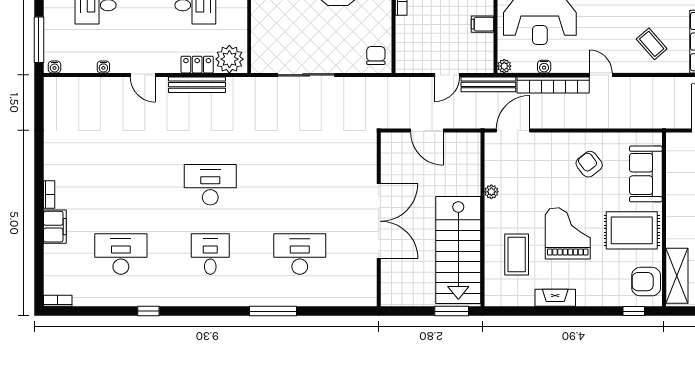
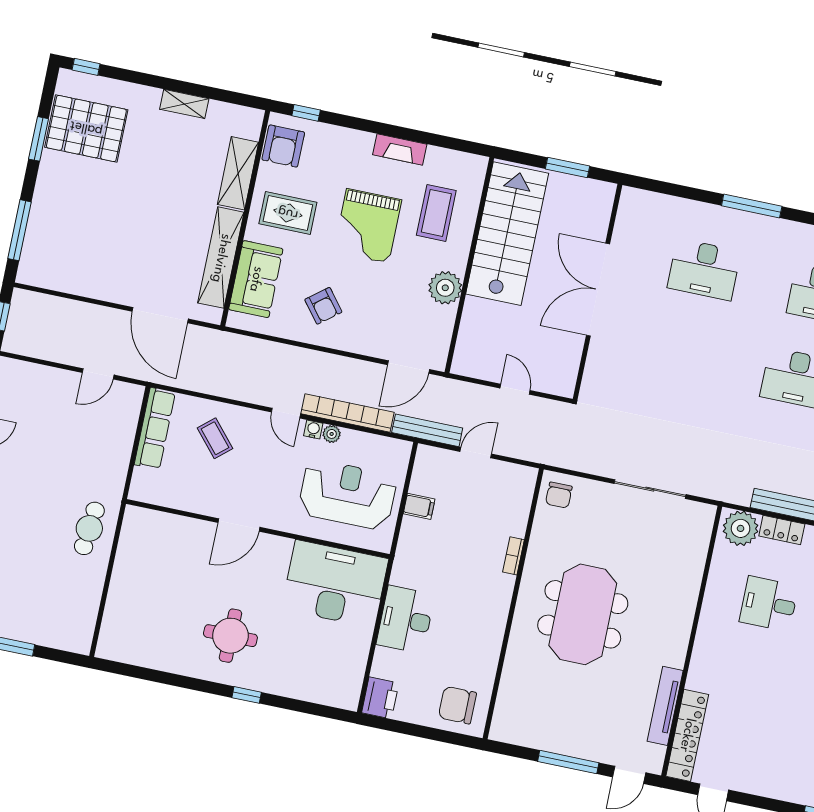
plant: (504, 66) -> (332, 434), moved
water cooler: (544, 67) -> (313, 429), moved
door: (427, 130) -> (515, 389), width x0.73
shelving: (676, 185) -> (221, 258), added
plant: (491, 192) -> (445, 288), width x1.88, depth x1.88
rug: (632, 230) -> (288, 213), width x0.73, depth x0.70
shelving: (677, 276) -> (238, 173), moved
armchair: (646, 282) -> (283, 146), turned 90
window: (452, 311) -> (567, 167), moved

